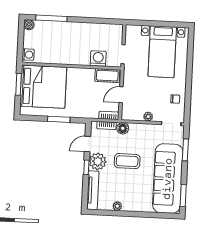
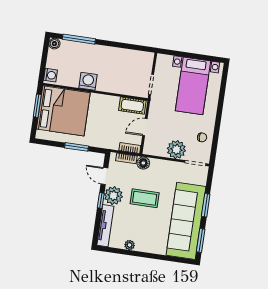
washing machine: (98, 59) -> (88, 81), moved
plant: (148, 117) -> (176, 150), width x1.88, depth x1.88
door: (87, 144) -> (104, 176), hinge flipped
window: (185, 150) -> (206, 205), moved

